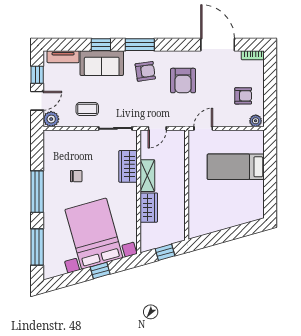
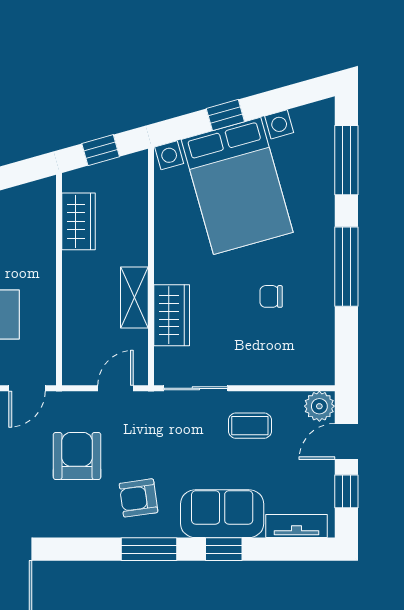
armchair: (183, 81) -> (77, 456), moved
wardrobe: (149, 208) -> (78, 221), moved, turned 180

